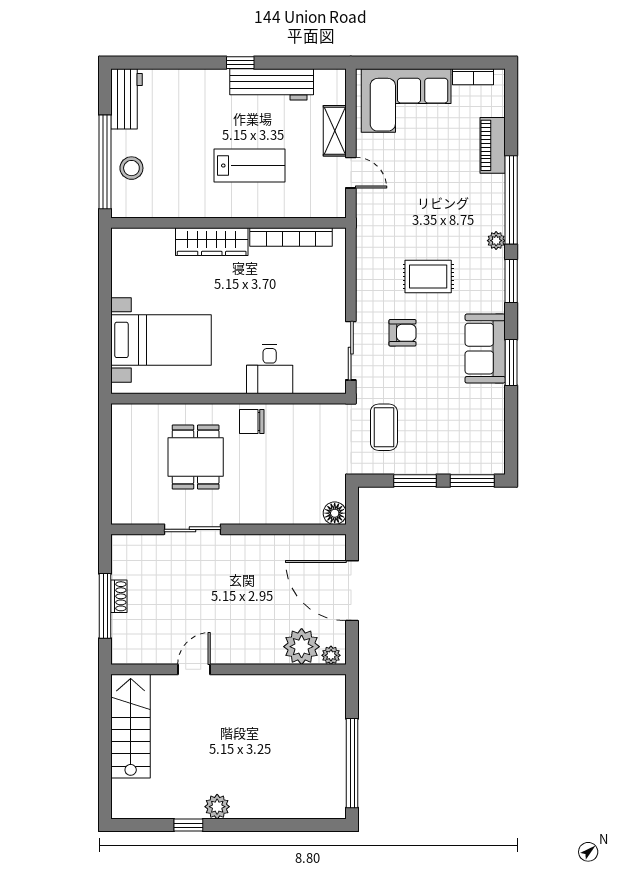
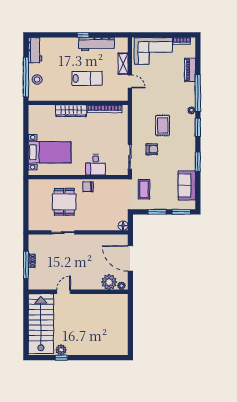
rug: (428, 276) -> (163, 125), turned 90
sofa: (485, 349) -> (187, 185), moved
stairs: (131, 726) -> (41, 324), width x1.36, depth x1.51
window: (352, 763) -> (130, 331), removed
plant: (217, 807) -> (61, 350), moved

